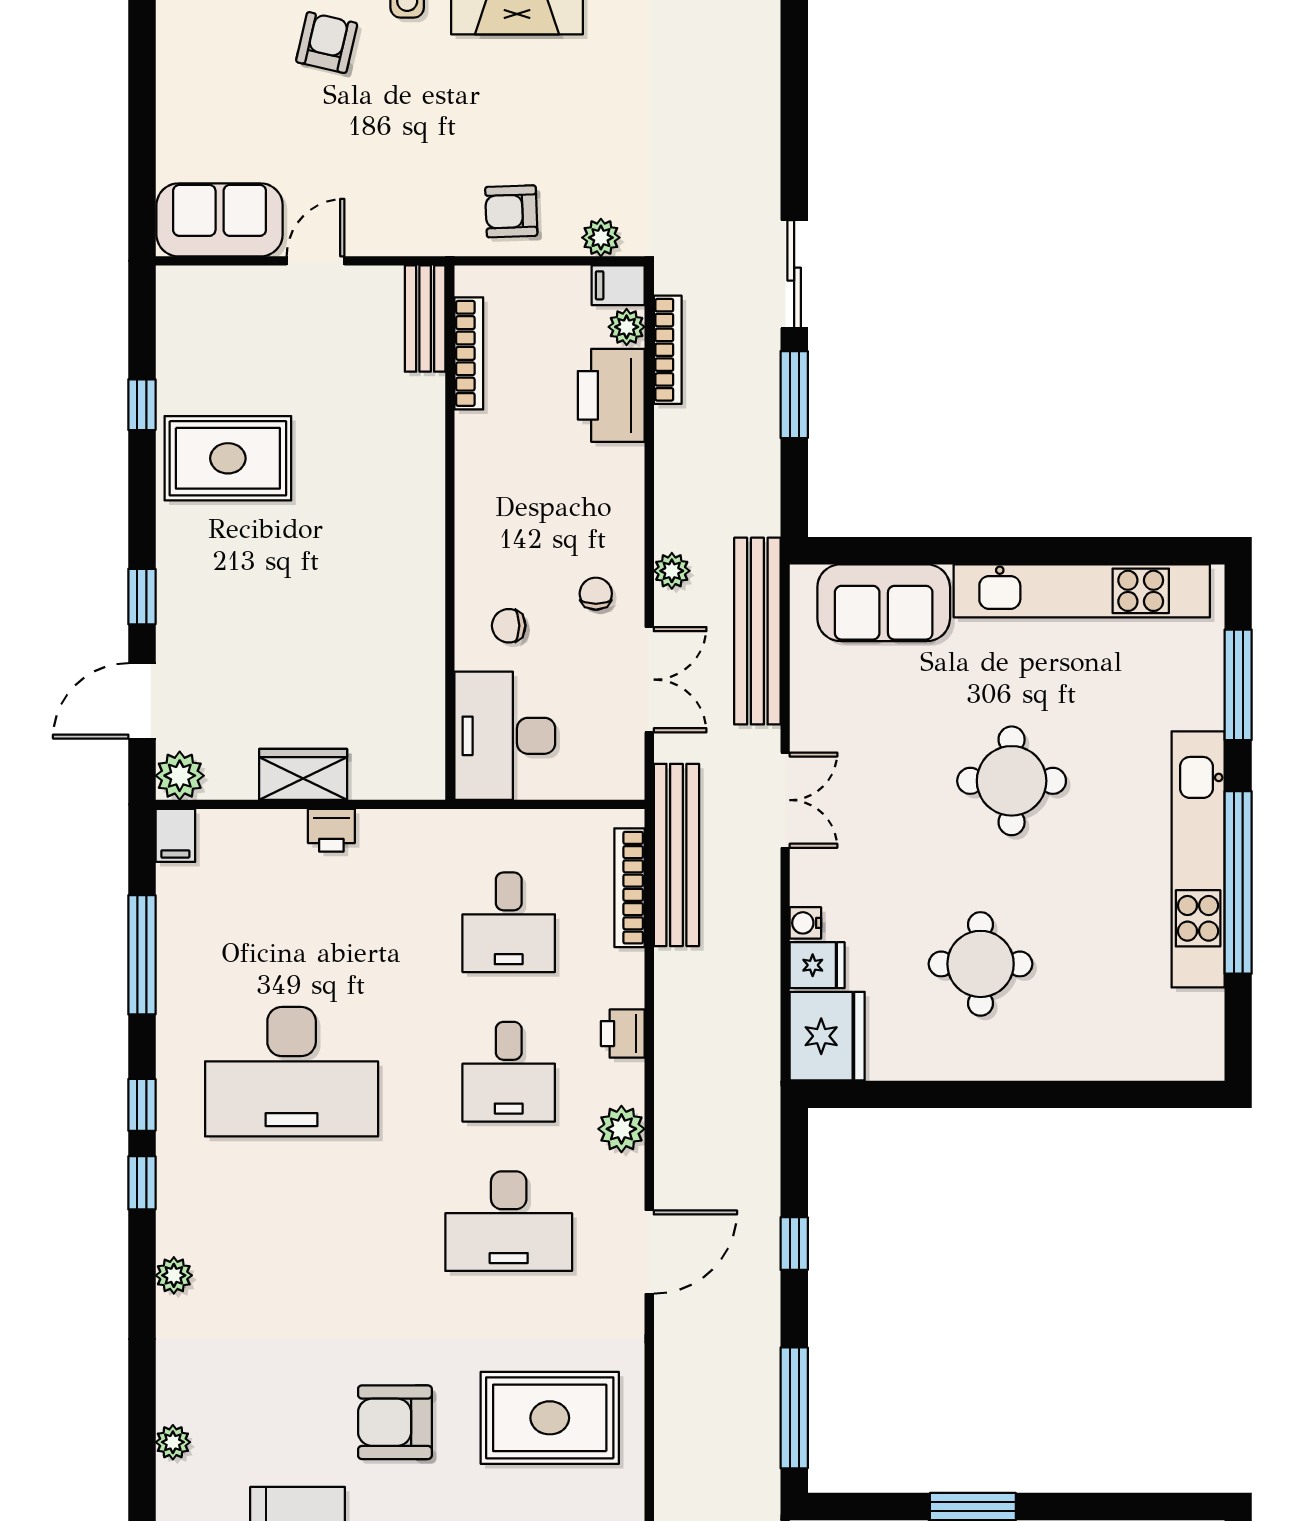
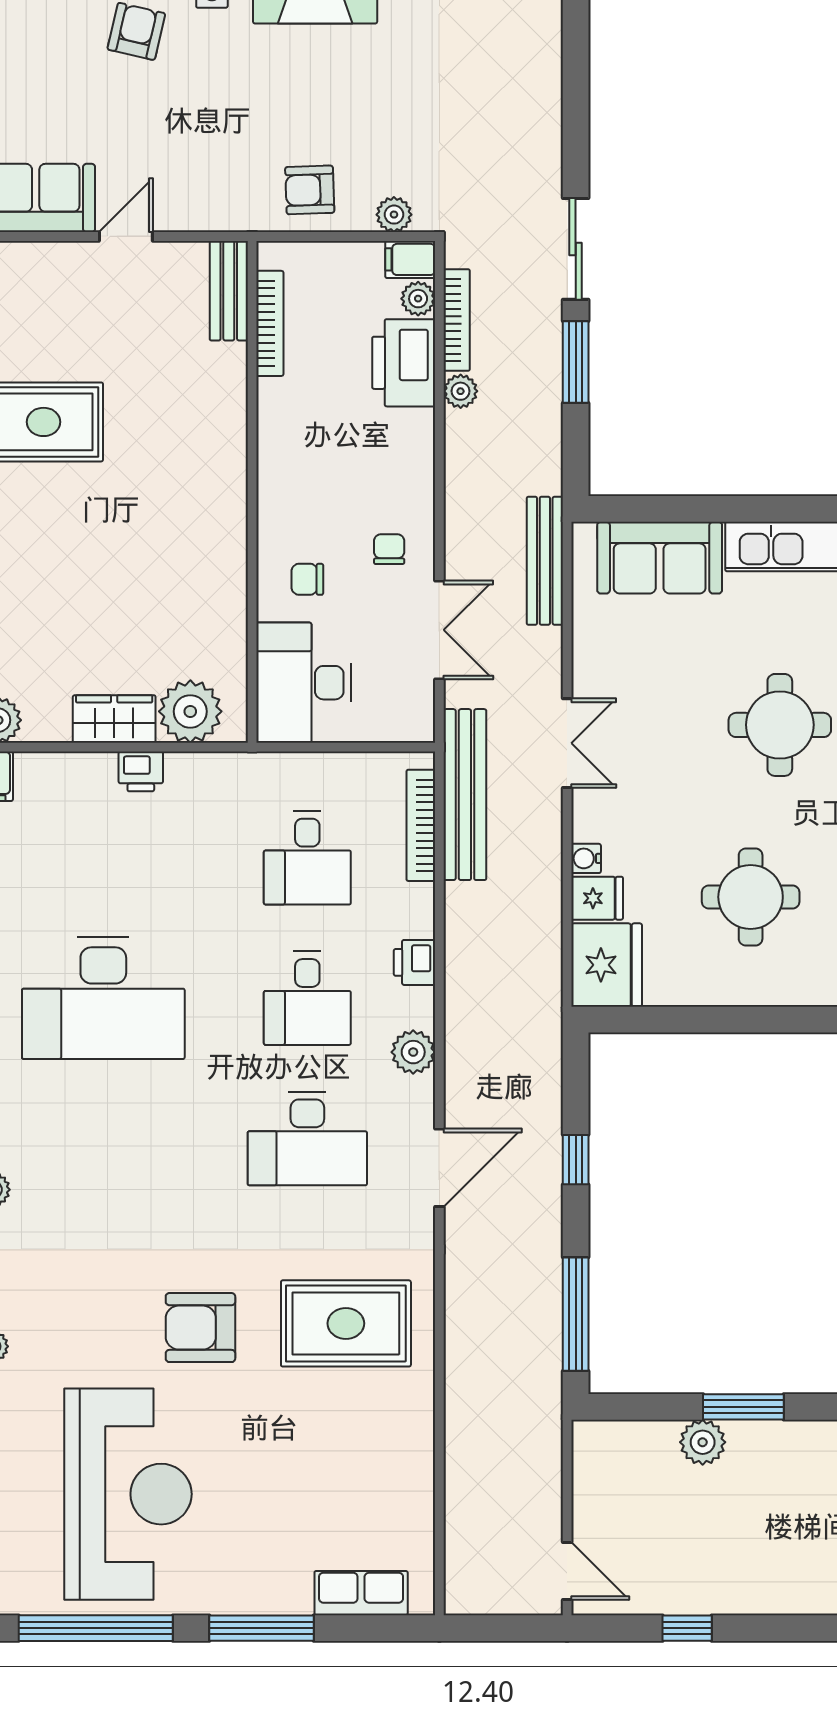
plant: (672, 571) -> (461, 391), moved
bench: (757, 631) -> (545, 561), width x0.73, depth x0.82
plant: (384, 766) -> (190, 711), added

